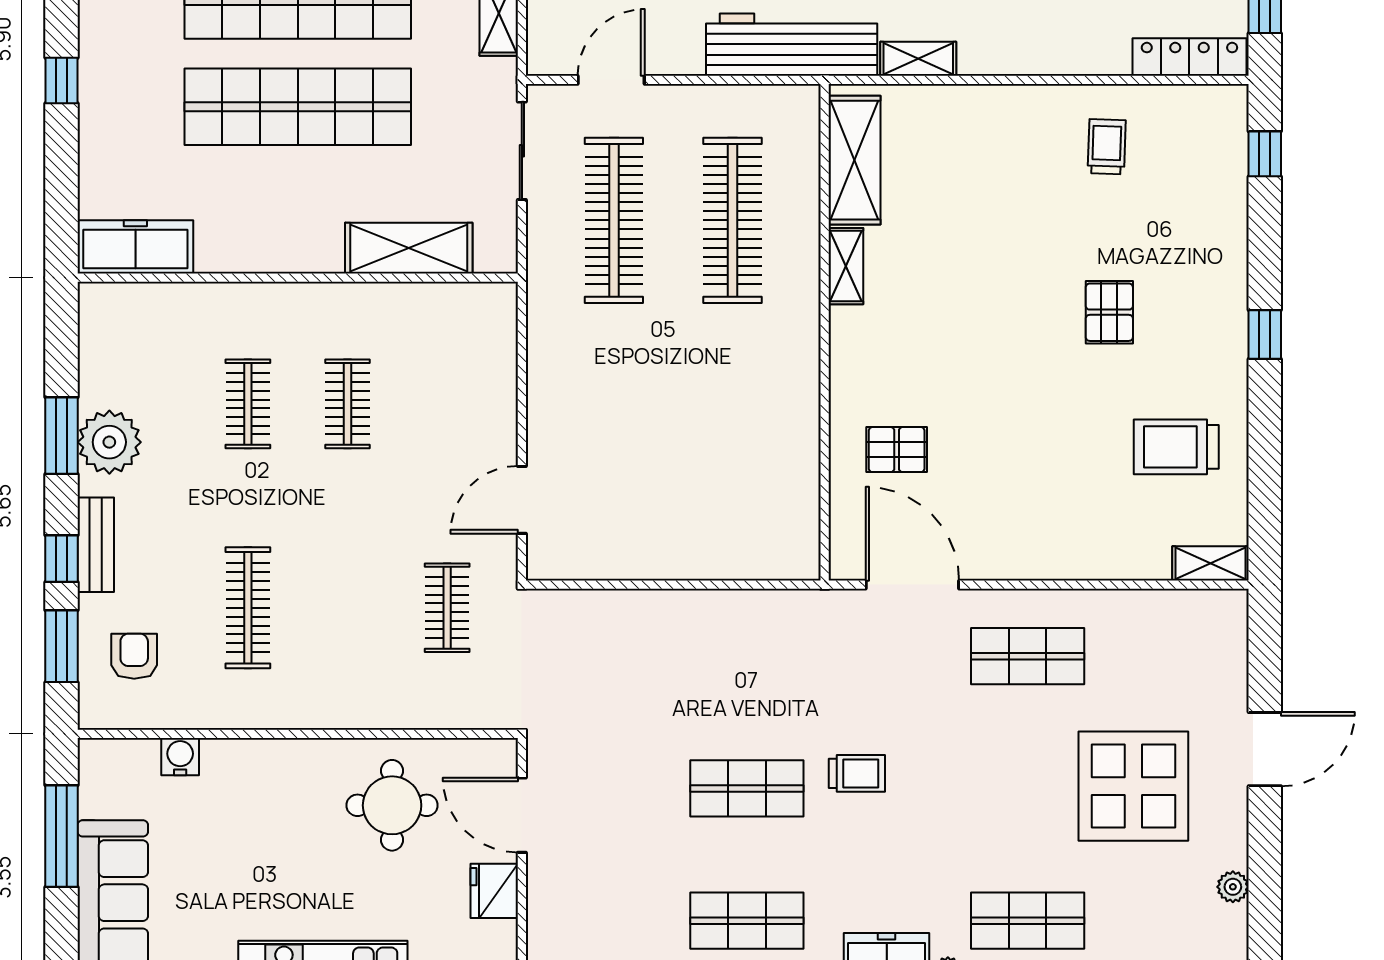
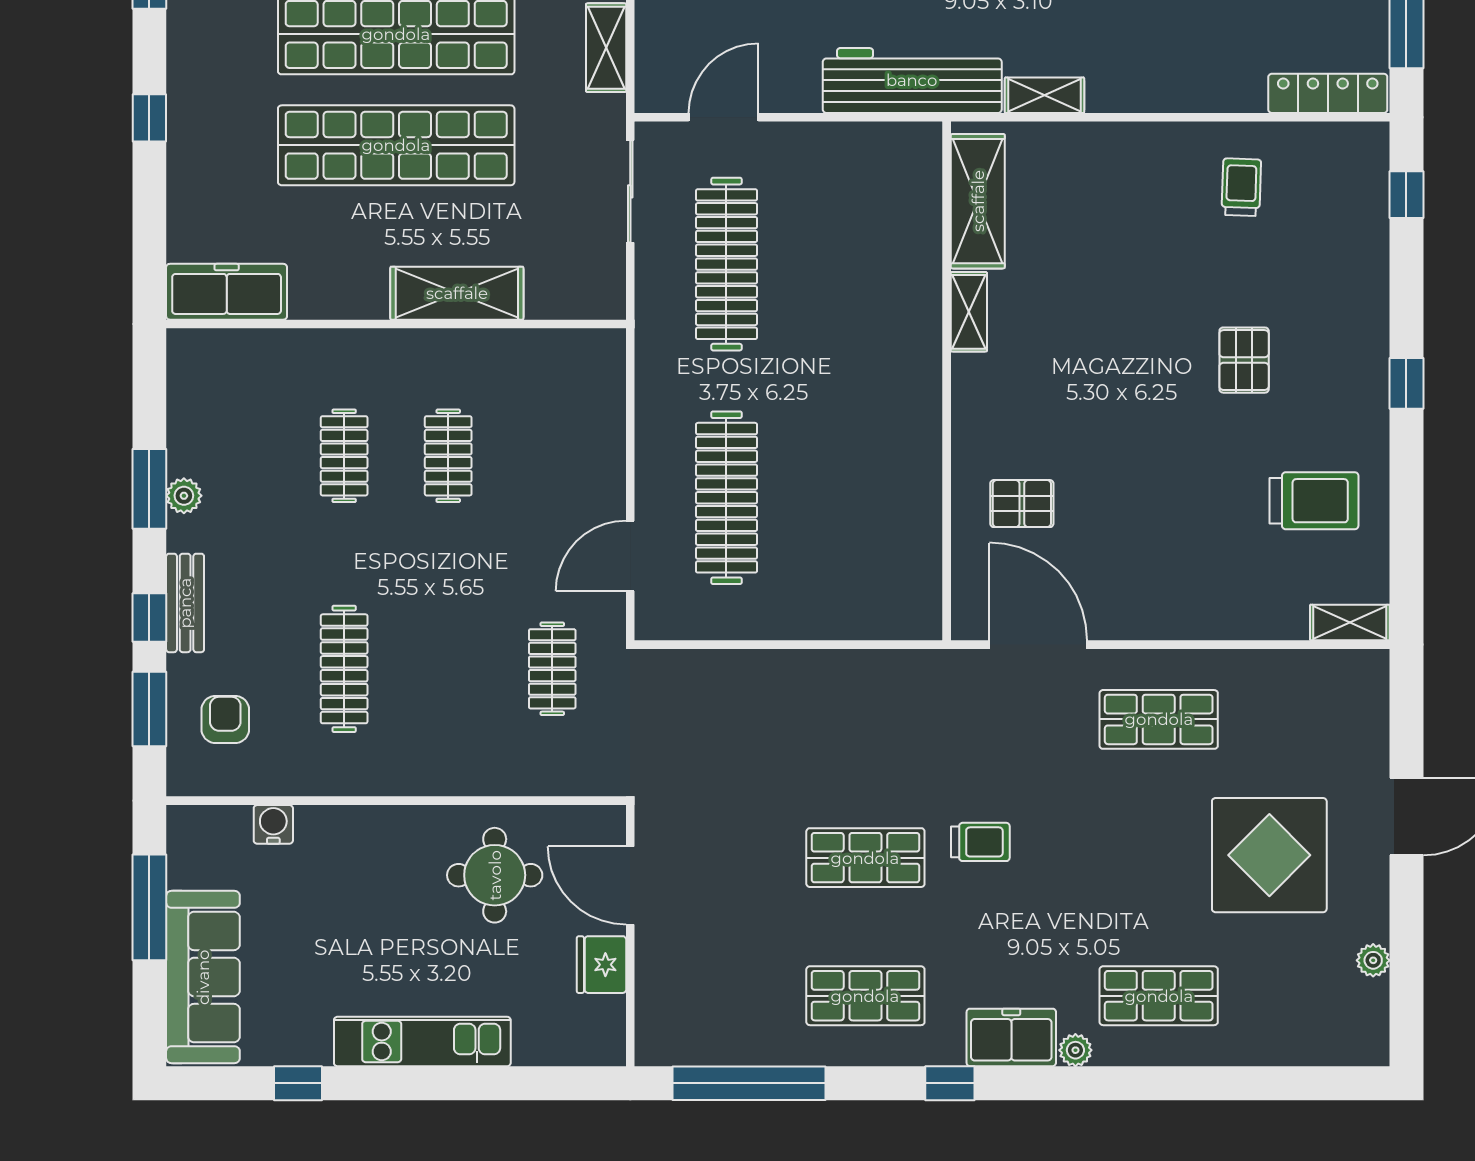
clothes rail: (733, 220) -> (726, 498), moved
shelving: (409, 248) -> (457, 293), moved
plant: (109, 442) -> (184, 496), width x0.53, depth x0.53
trolley: (1176, 447) -> (1314, 501), turned 180

